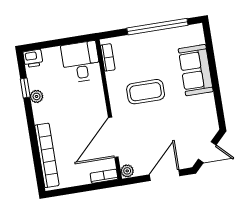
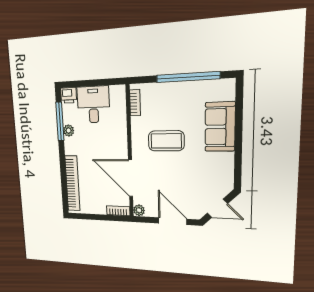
desk: (81, 62) -> (93, 105), moved
window: (25, 88) -> (60, 122), width x2.17
door: (113, 137) -> (131, 178), hinge flipped
door: (165, 175) -> (173, 221), hinge flipped

